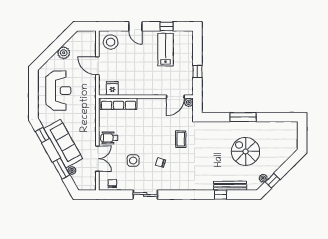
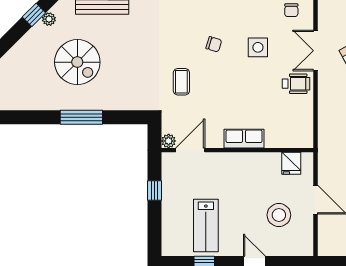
stool: (111, 42) -> (279, 215), moved
row of seats: (118, 104) -> (244, 139), moved, width x0.68

